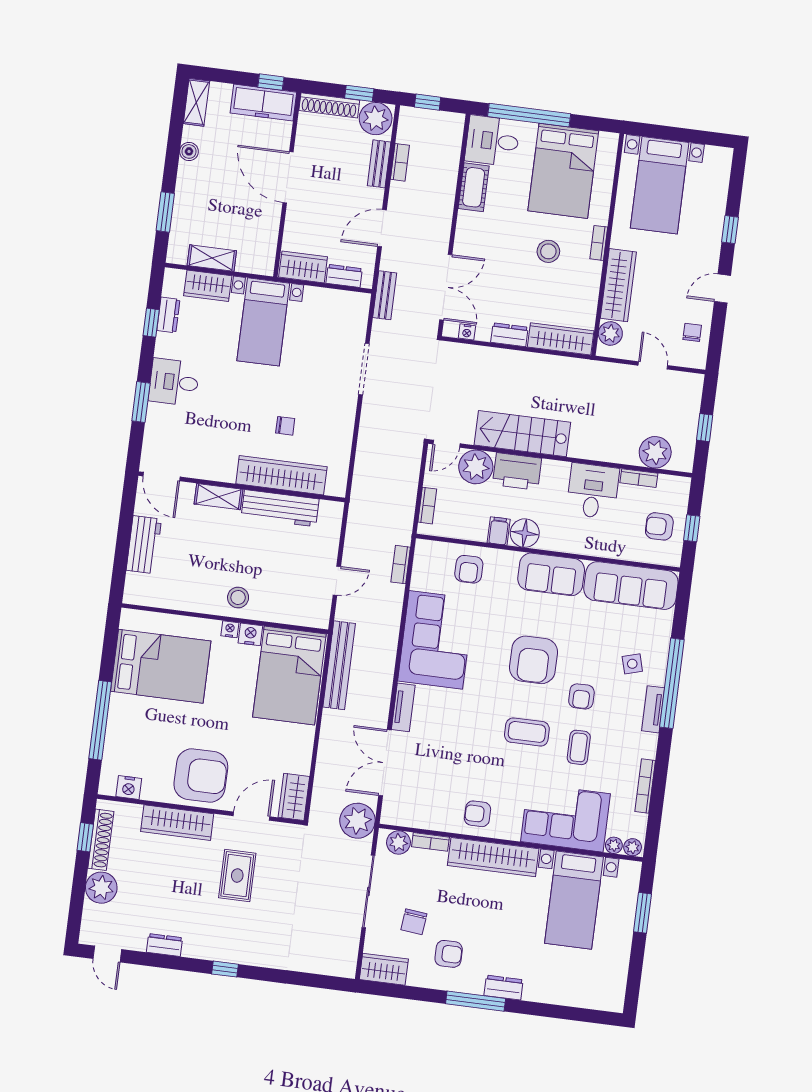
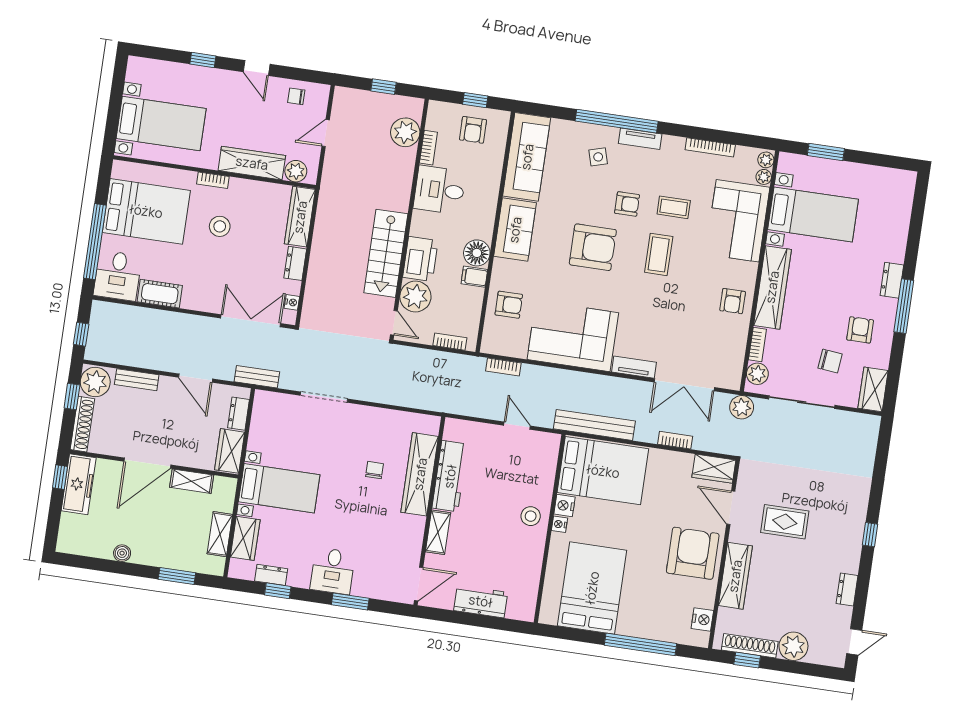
shelving: (196, 102) -> (192, 481), moved
bookcase: (400, 162) -> (675, 440), moved
plant: (357, 821) -> (742, 407), width x0.73, depth x0.73

